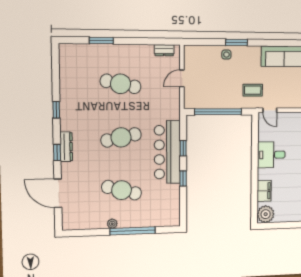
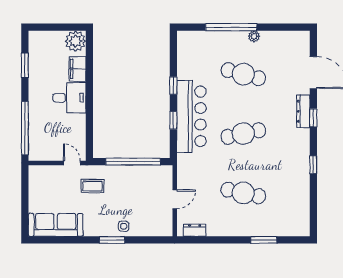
dresser: (66, 147) -> (303, 111), moved
desk: (271, 155) -> (69, 98), moved

